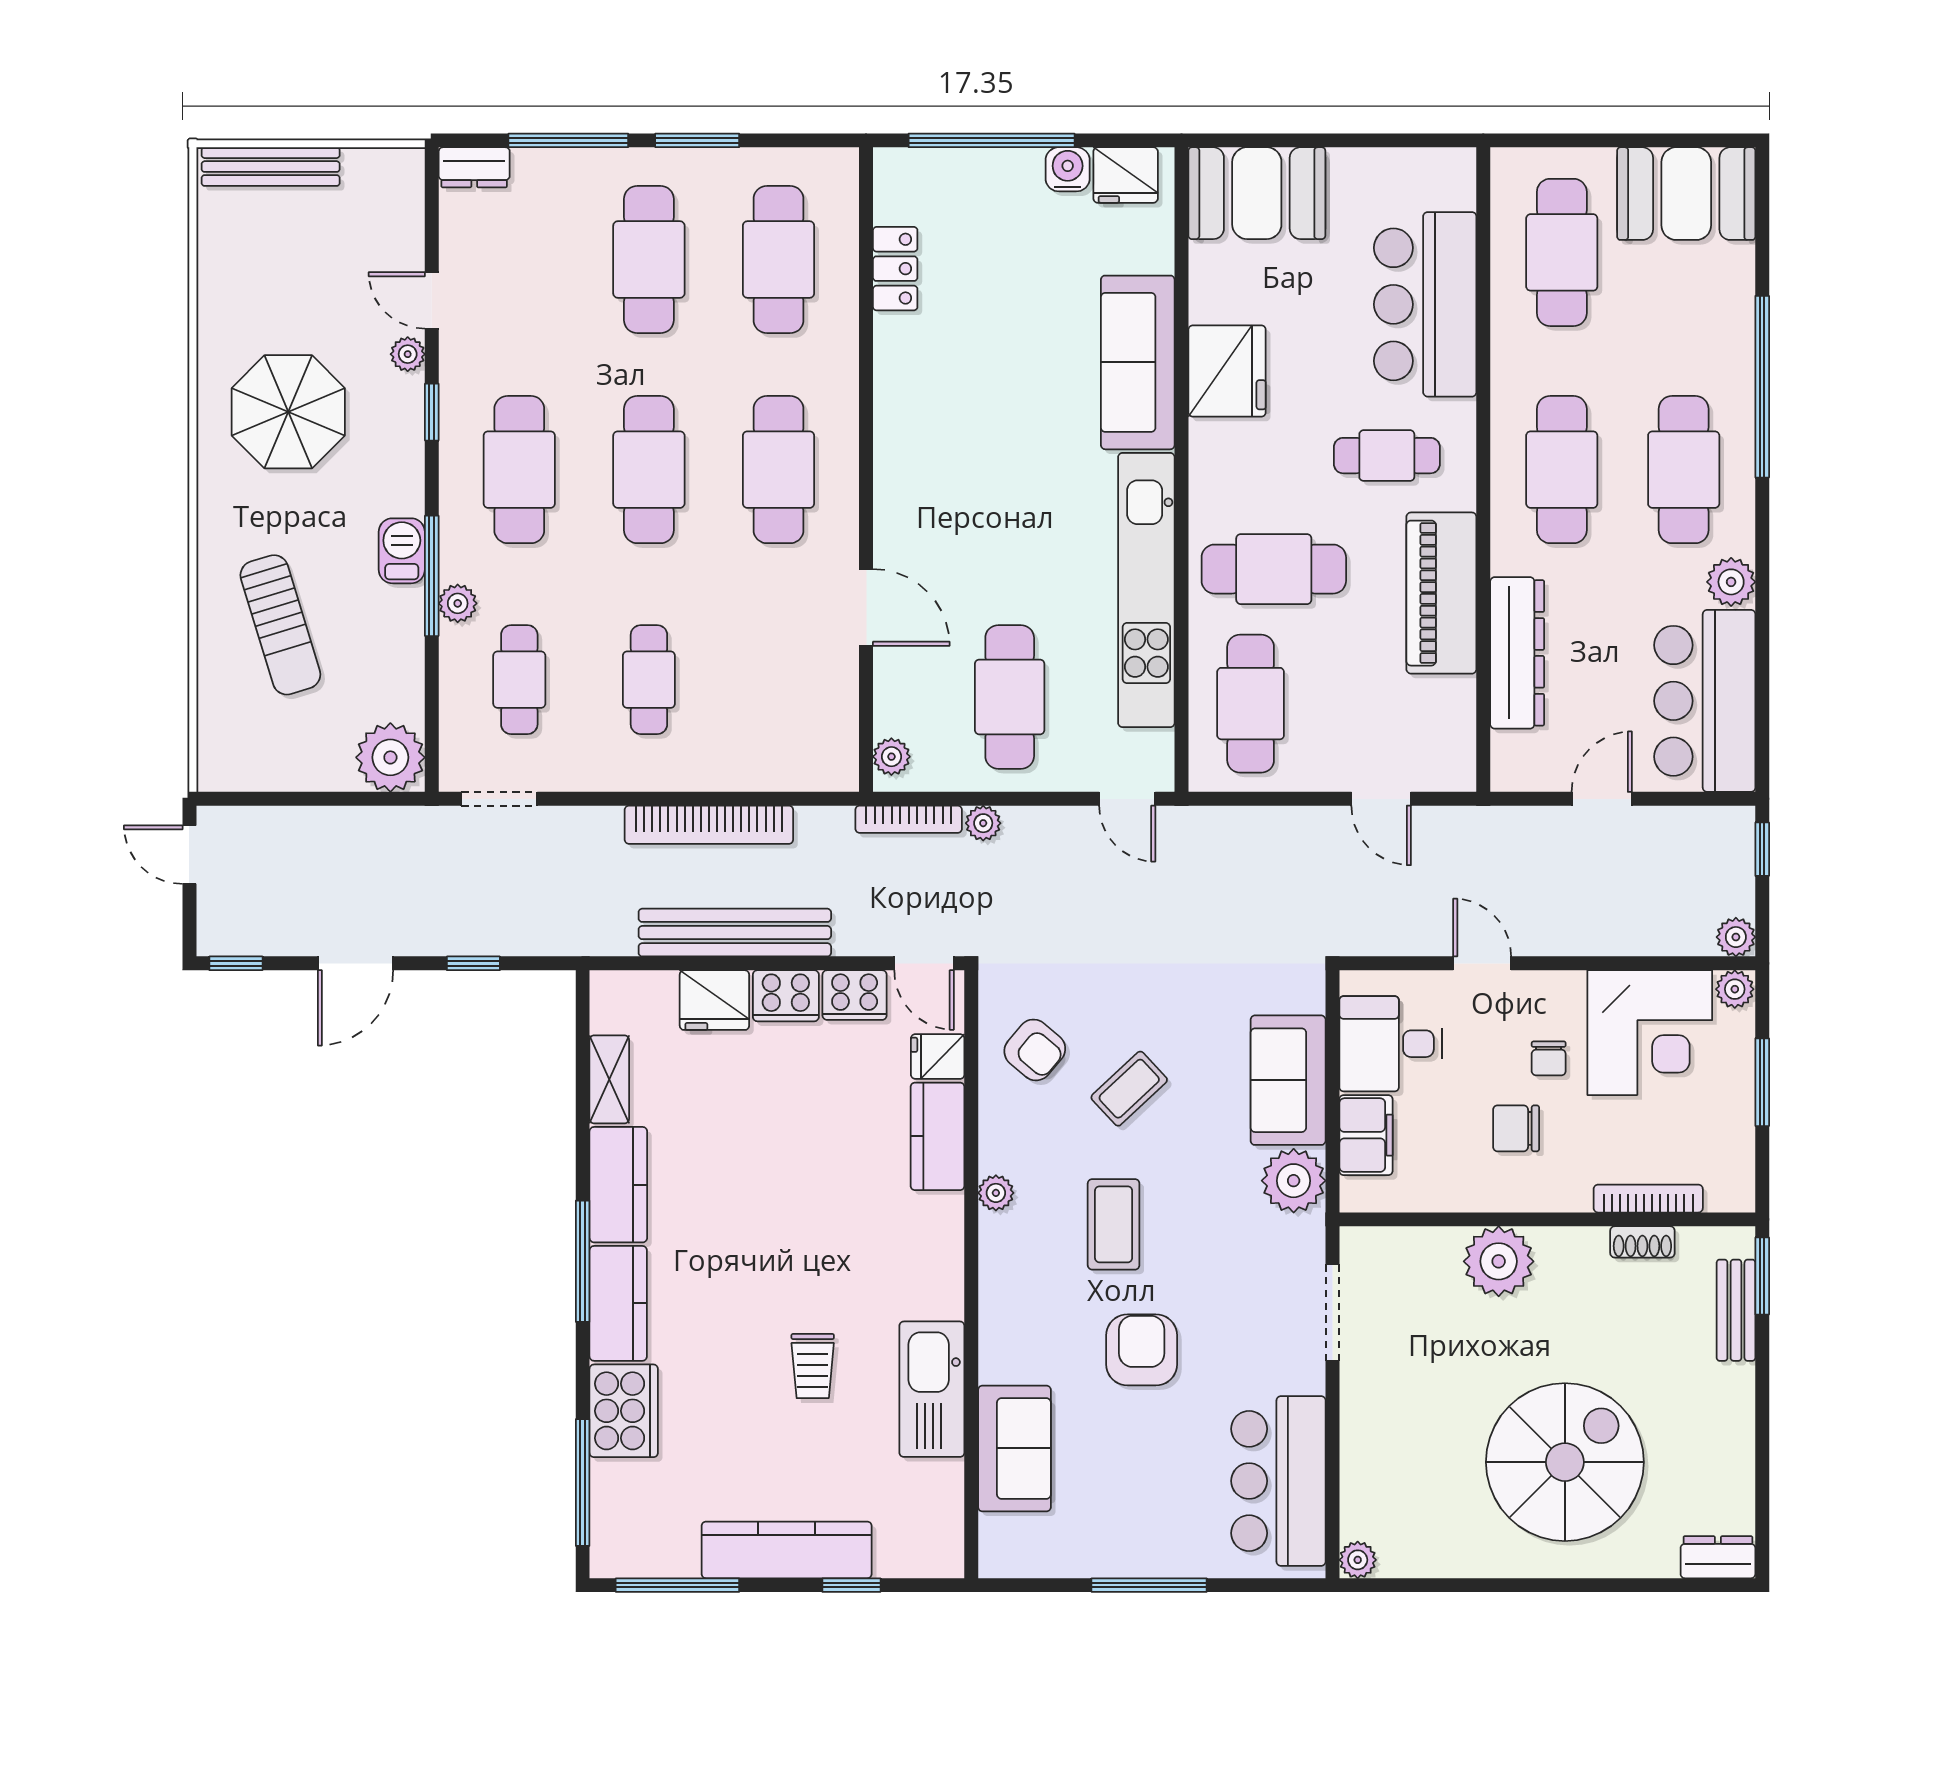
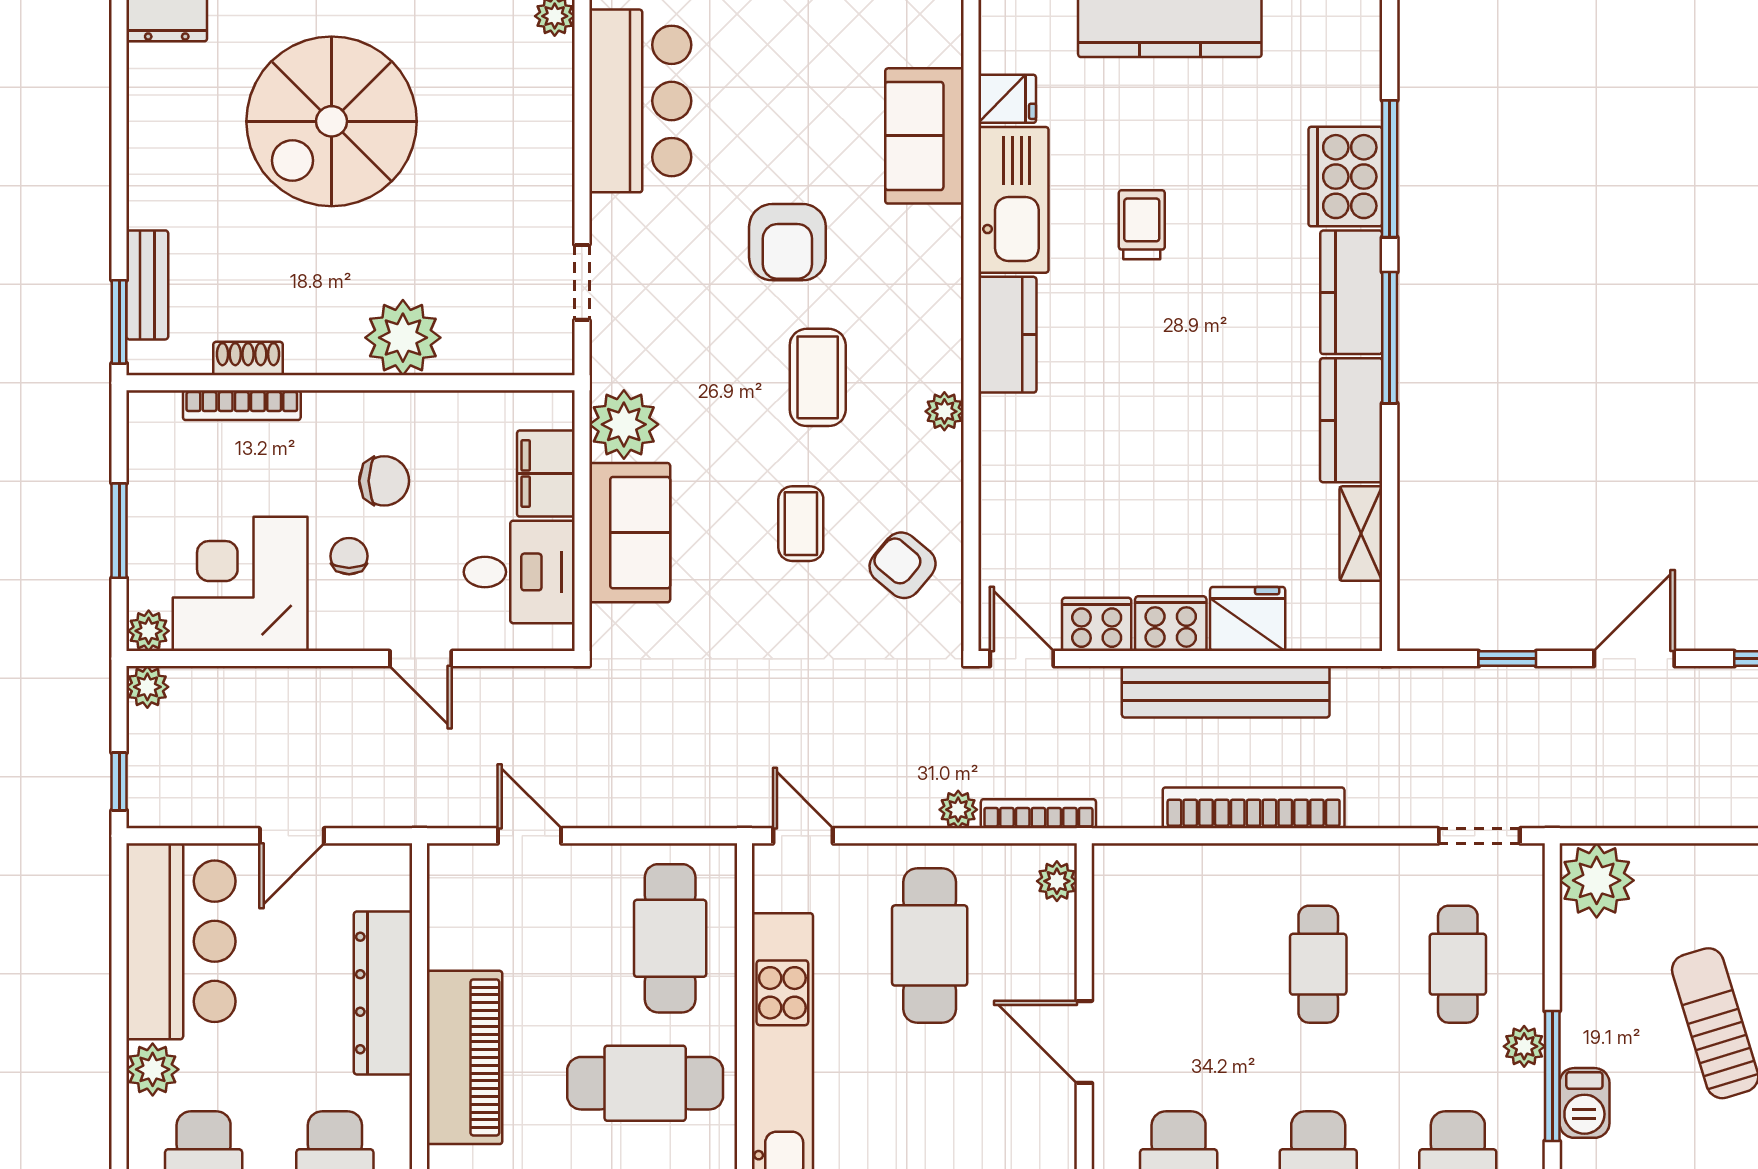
fridge: (938, 1056) -> (1007, 99), moved
coffee table: (1129, 1089) -> (801, 524), turned -47
kitchen counter: (937, 1136) -> (1007, 335), moved
doorway: (1332, 1313) -> (582, 282), width x0.73
window: (583, 1483) -> (1390, 169), moved

